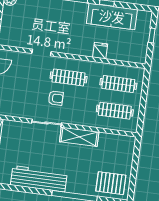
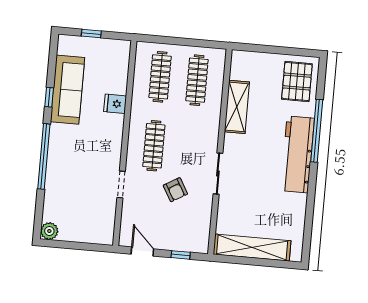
armchair: (56, 98) -> (175, 190), moved, turned 150
shelving: (79, 137) -> (237, 107), moved
workbench: (39, 179) -> (297, 154), moved

